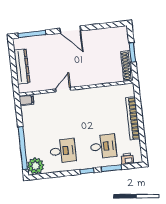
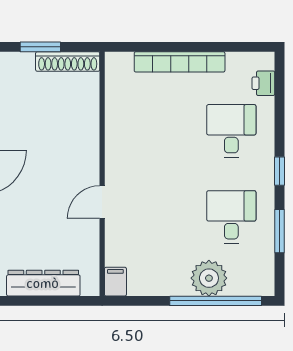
door: (63, 90) -> (102, 202), hinge flipped
plant: (36, 166) -> (209, 278), moved
window: (112, 168) -> (279, 231), moved

